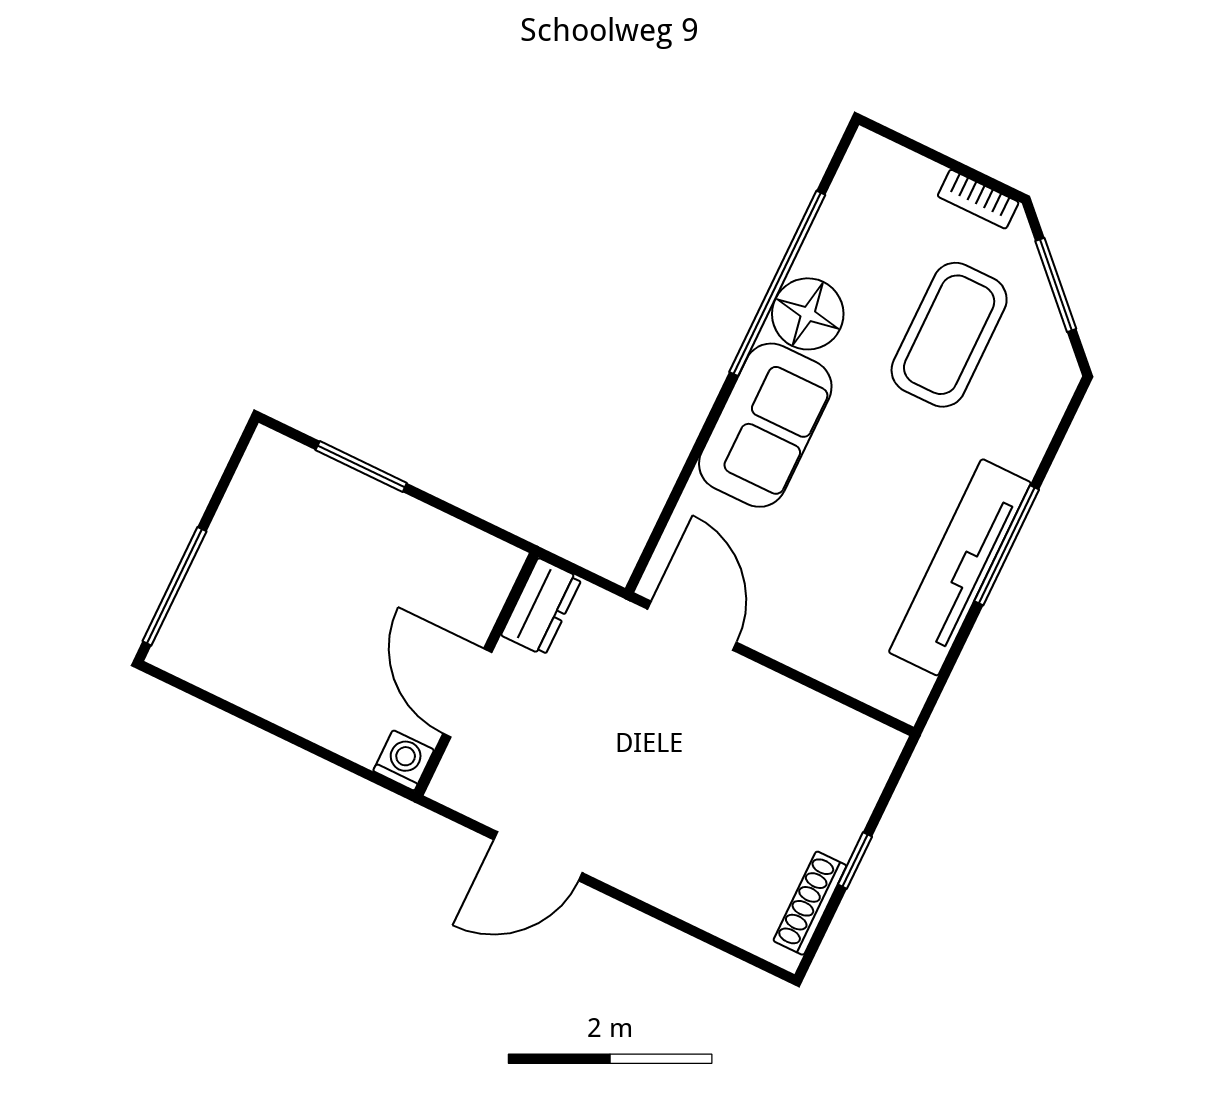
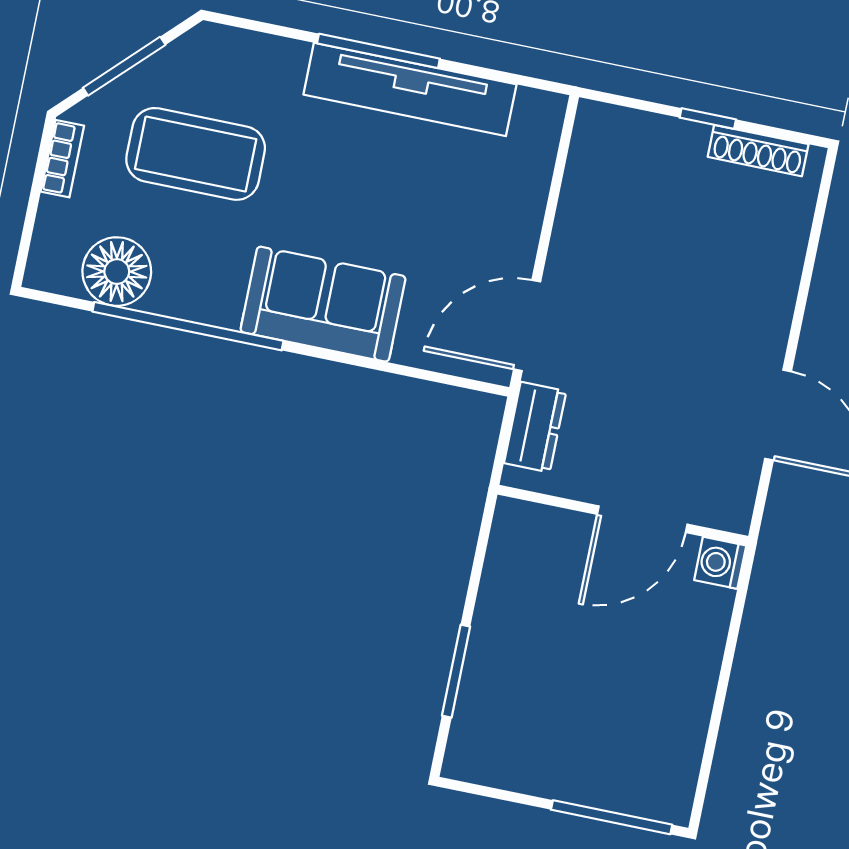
floor lamp: (808, 314) -> (117, 272), moved
dresser: (541, 607) -> (535, 427), moved, turned 90

